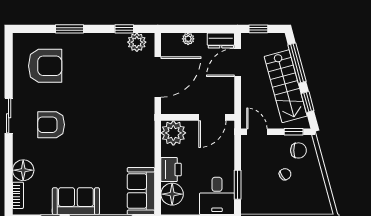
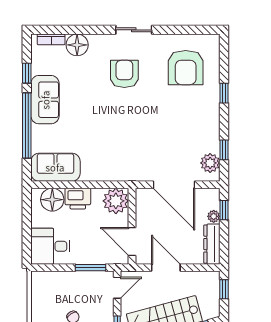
window: (70, 29) -> (224, 93), width x0.67
window: (182, 29) -> (224, 210), added
dresser: (221, 40) -> (212, 244), width x1.44
door: (238, 62) -> (166, 268), moved
window: (238, 185) -> (91, 268), moved

